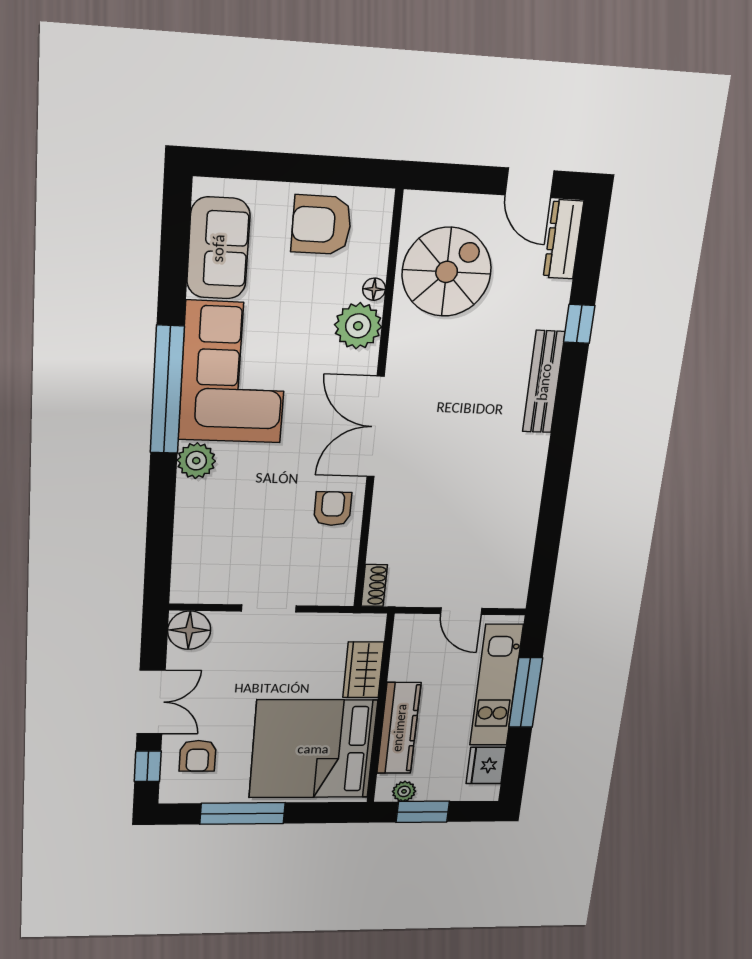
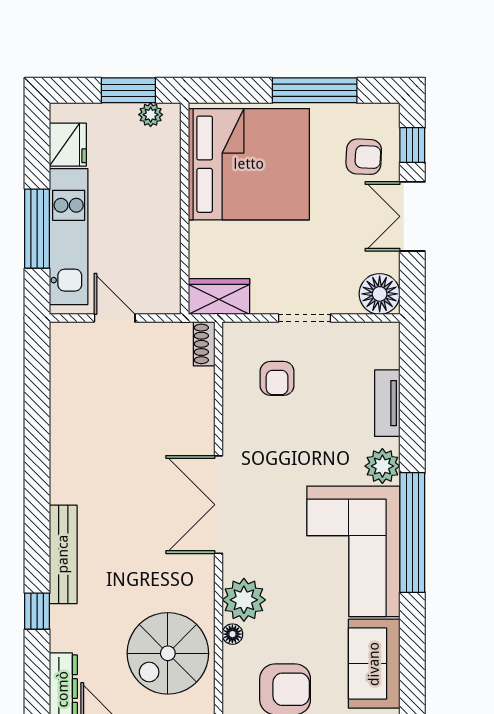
double door: (375, 427) -> (219, 505), swing flipped
armchair: (333, 509) -> (277, 378), moved
tv unit: (187, 524) -> (387, 403), added
wardrobe: (363, 670) -> (219, 297), moved, turned -90
kitchen counter: (399, 728) -> (164, 188), removed
armchair: (198, 756) -> (364, 157), turned 93

